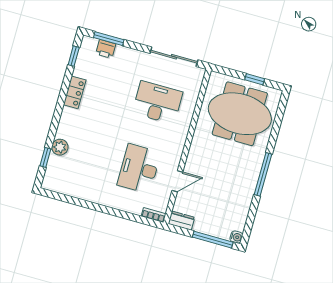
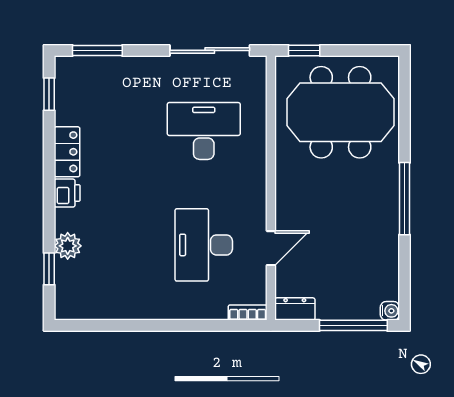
printer: (106, 49) -> (67, 193), moved, turned -90
window: (255, 79) -> (304, 50), moved

